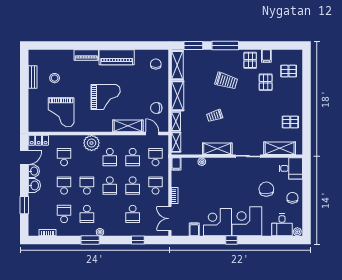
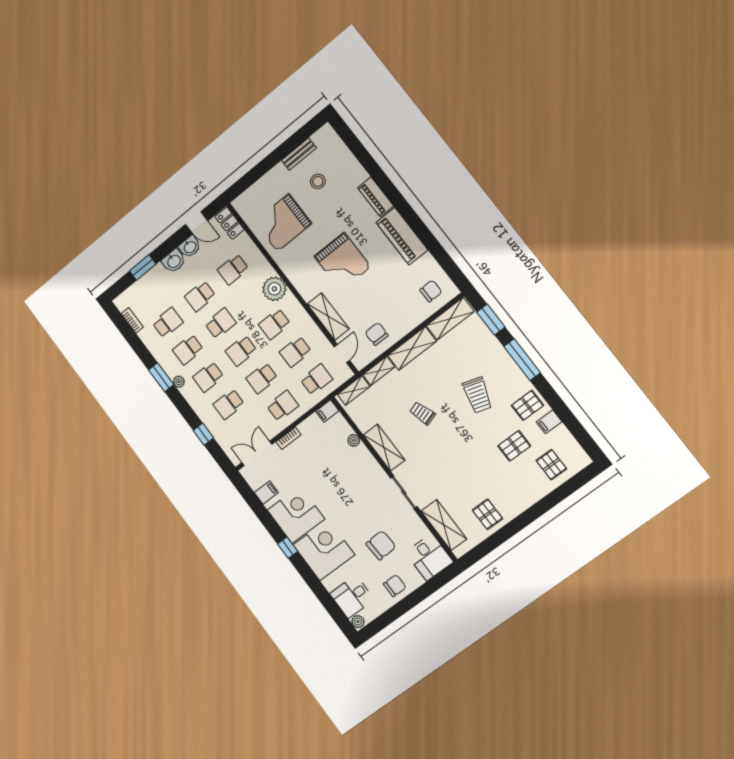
school desk: (64, 157) -> (233, 269), turned 180
school desk: (64, 186) -> (200, 296), turned 180
school desk: (110, 214) -> (208, 377), added

